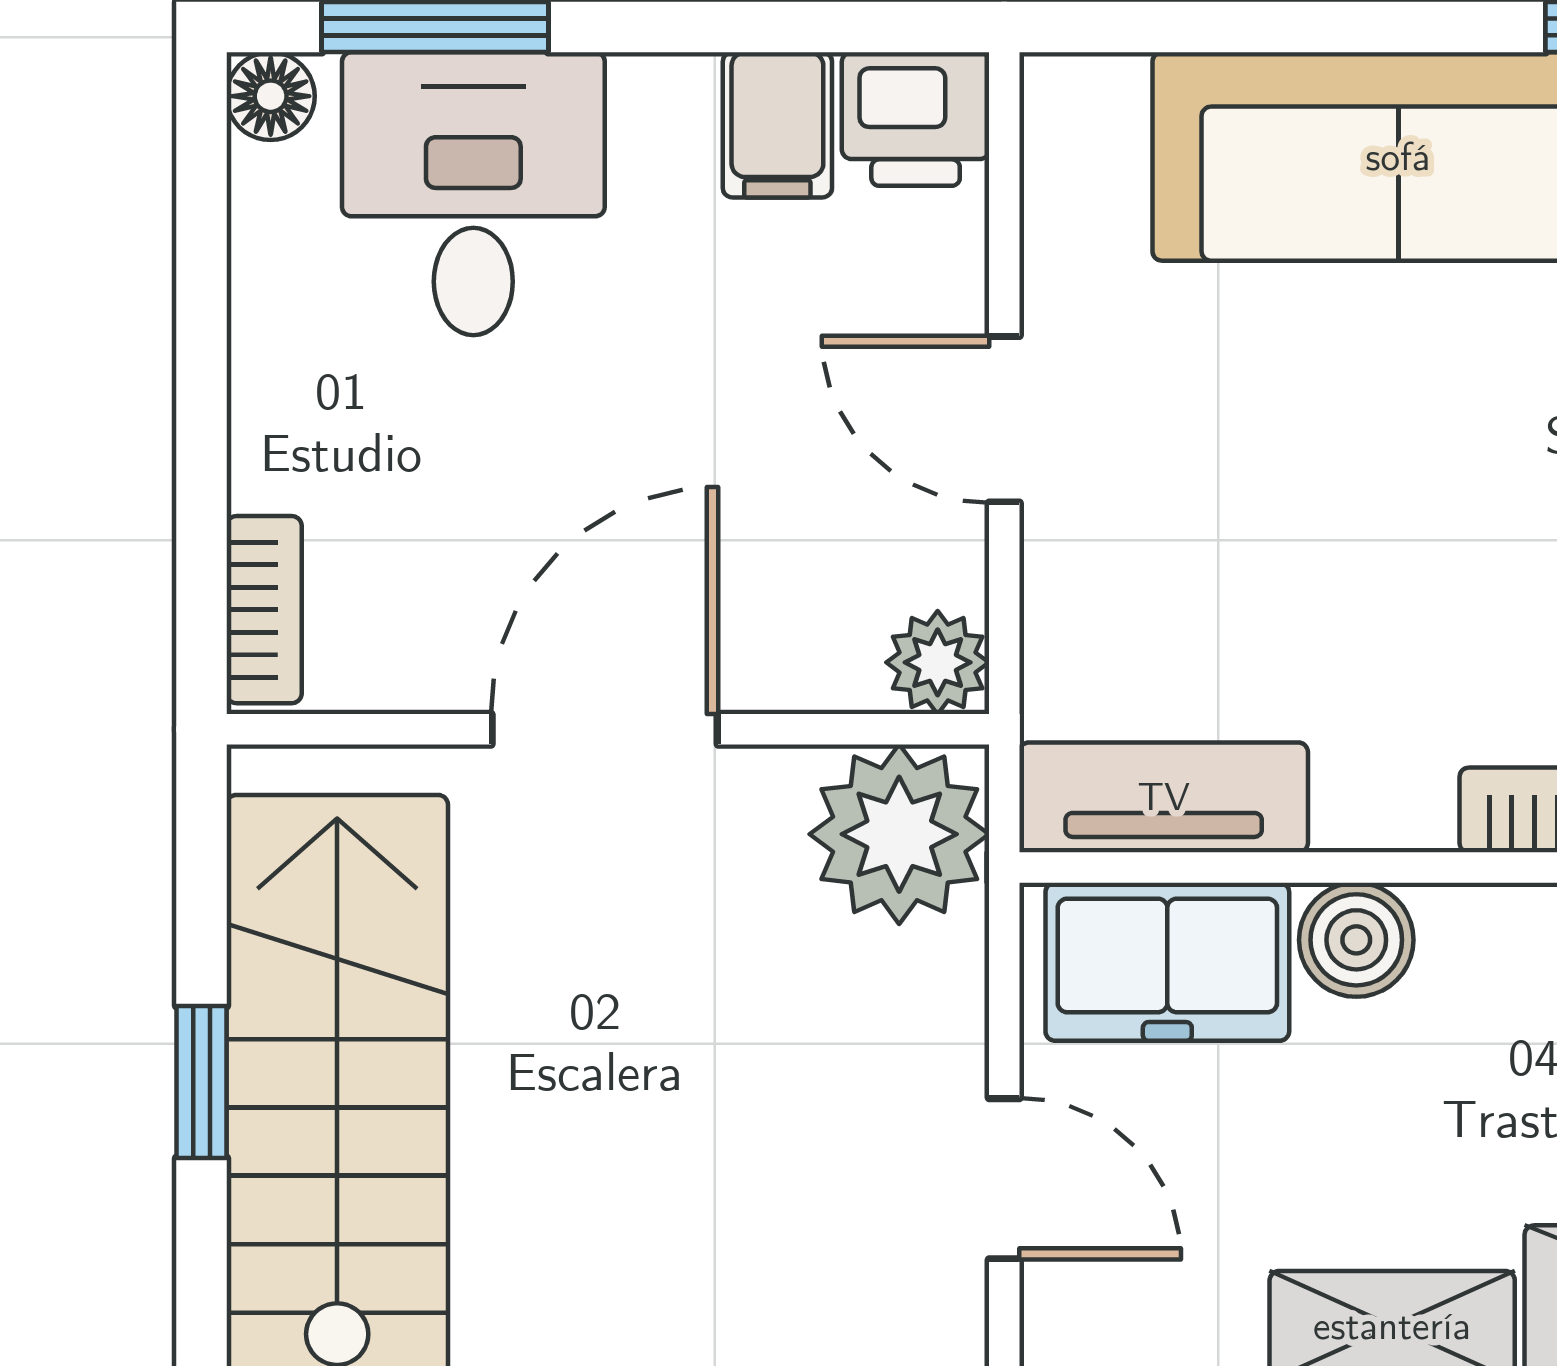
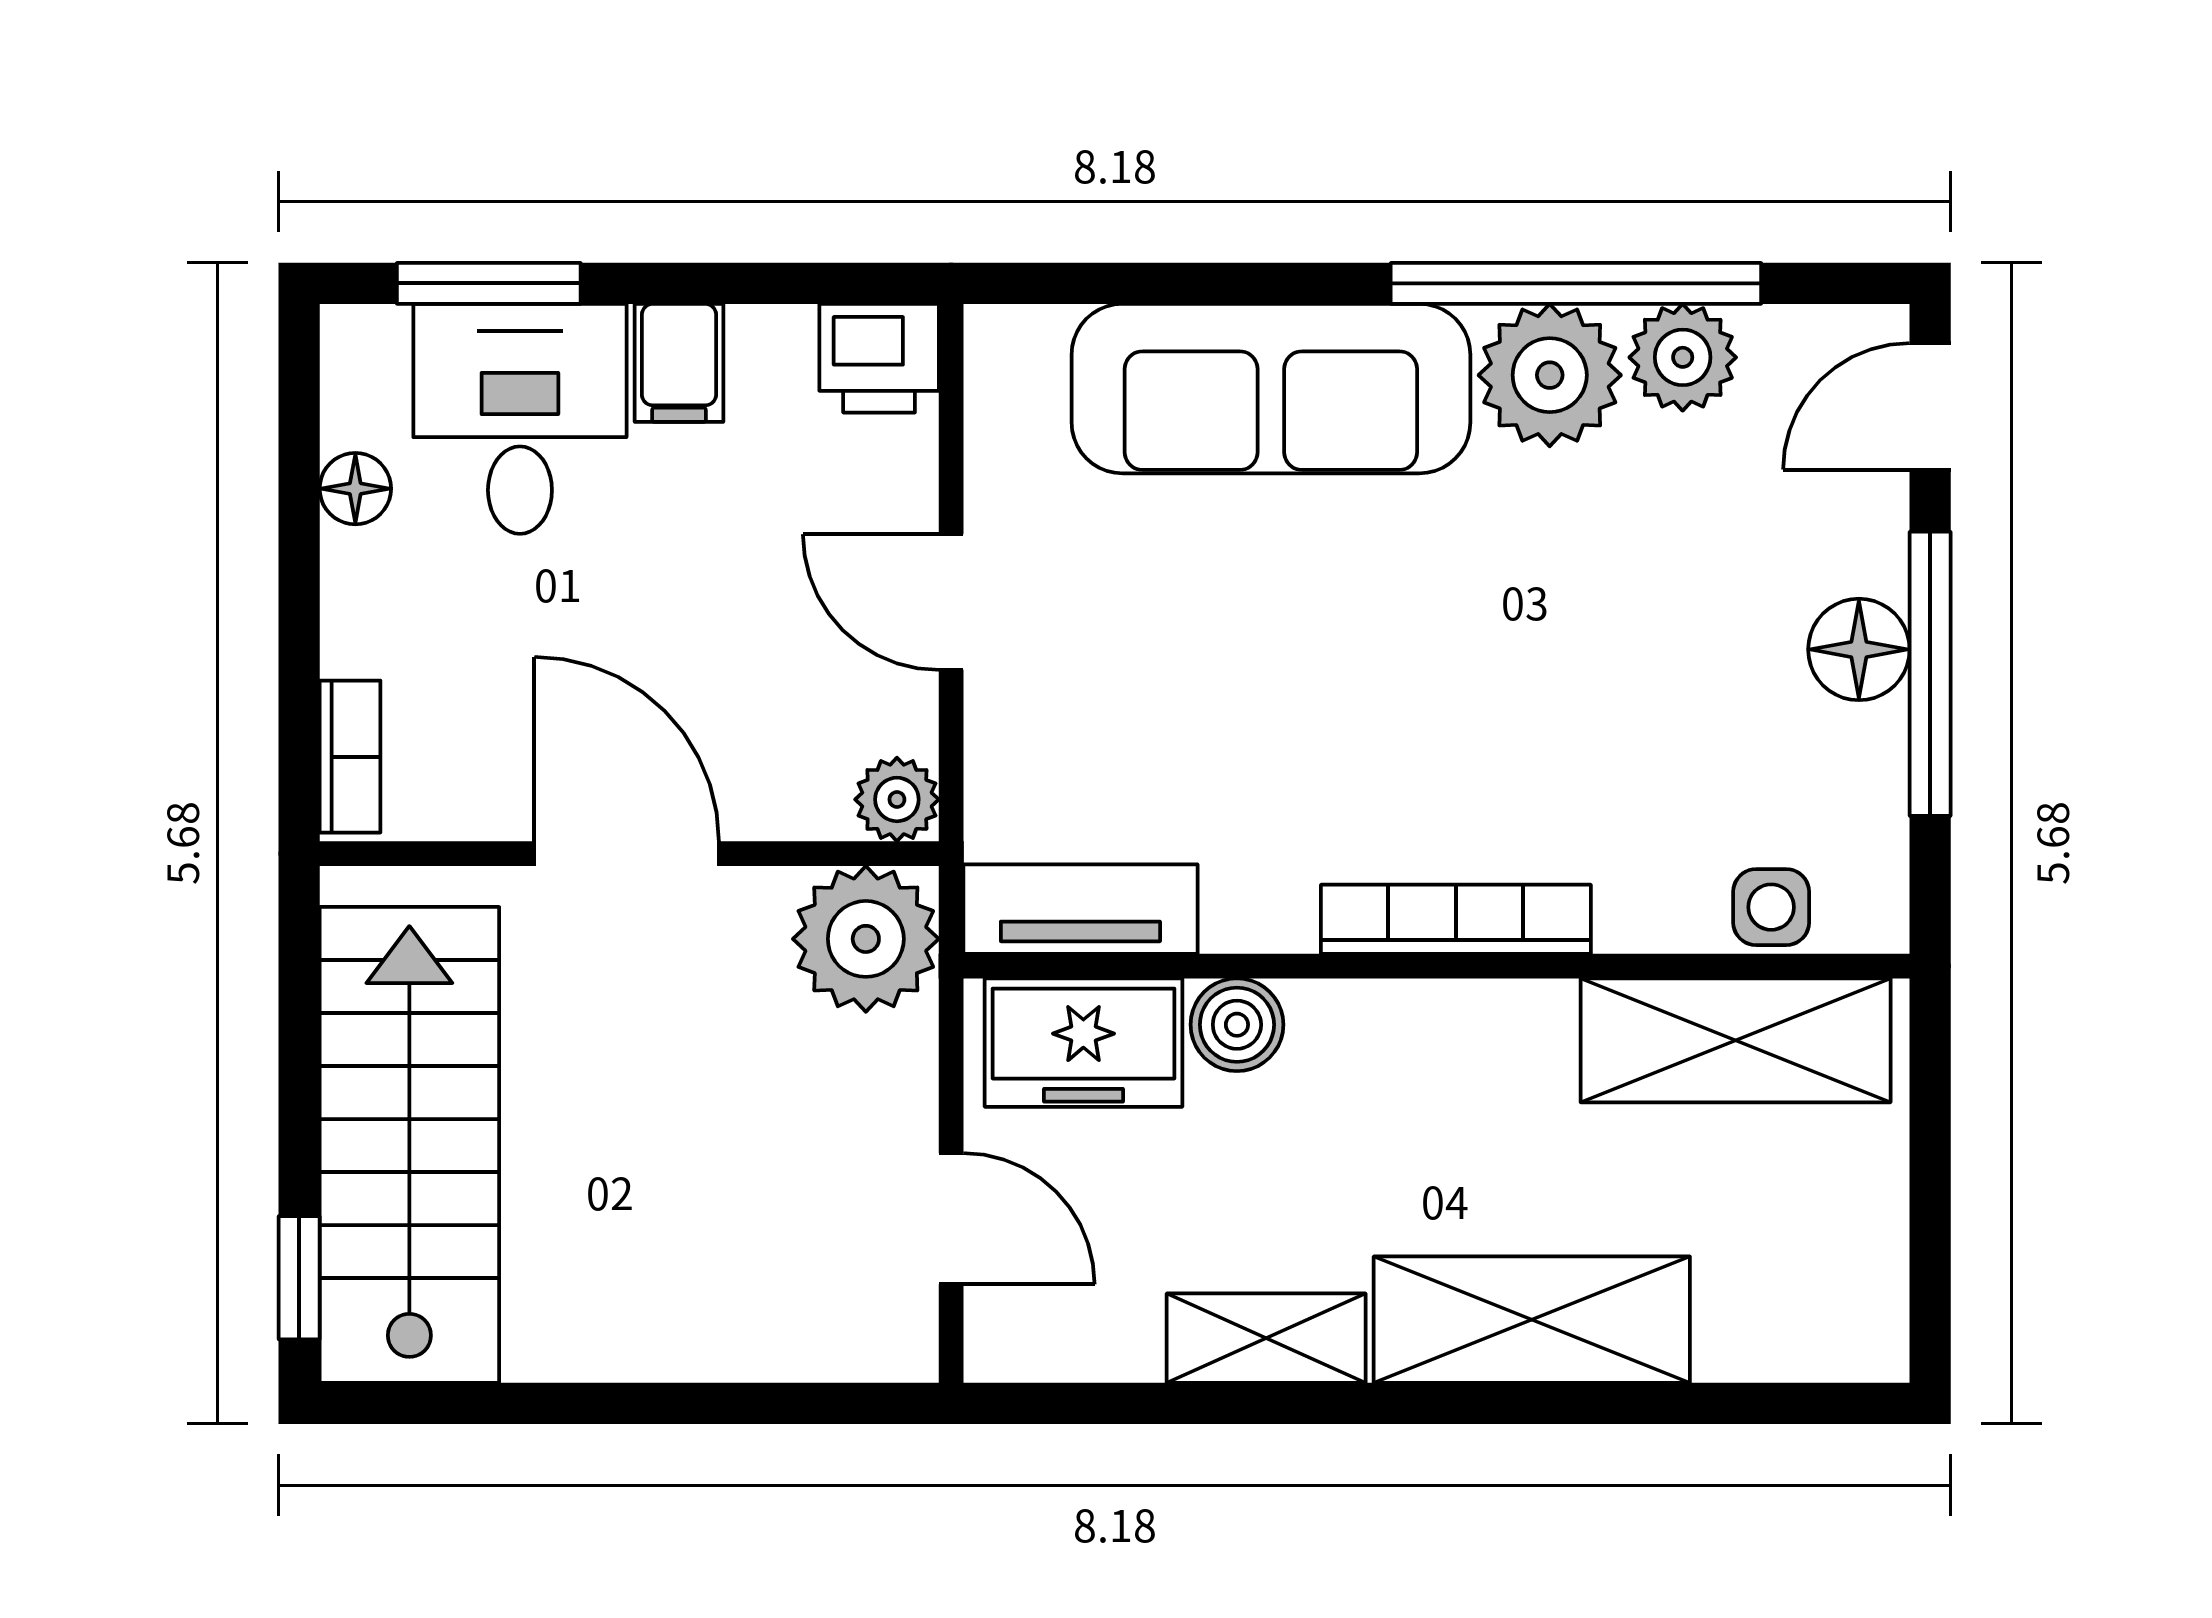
floor lamp: (271, 96) -> (355, 489), moved
filing cabinet: (777, 125) -> (679, 363), moved
door: (605, 729) -> (627, 854), hinge flipped
window: (201, 1082) -> (299, 1278), moved

